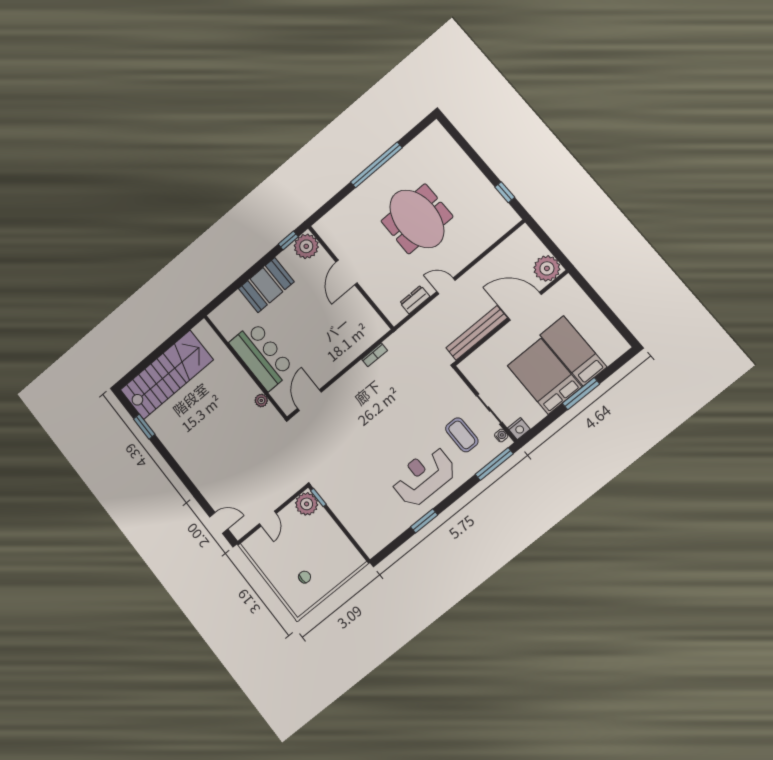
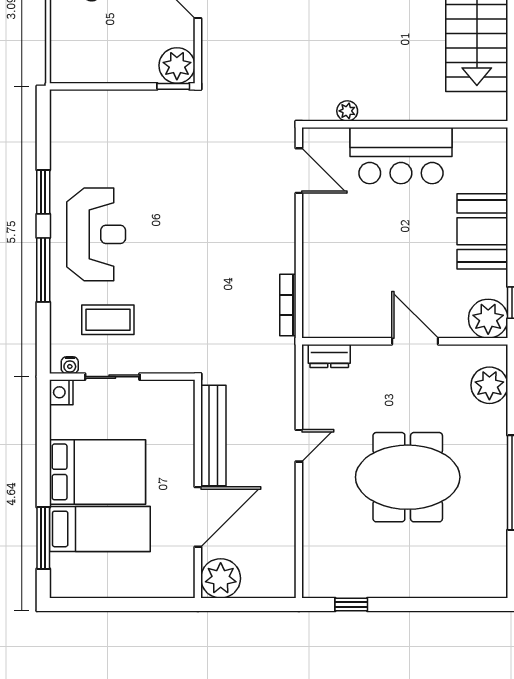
plant: (338, 218) -> (489, 385), added
dresser: (415, 300) -> (329, 356), moved, turned 90
bookcase: (375, 355) -> (288, 305), width x1.56
window: (581, 394) -> (43, 538), moved
window: (494, 464) -> (43, 270), moved

